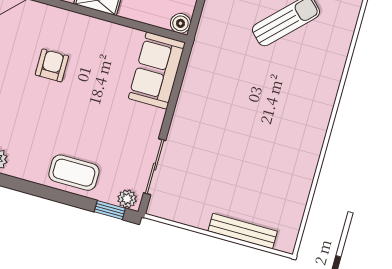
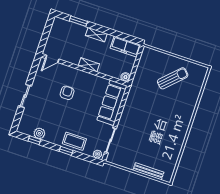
sofa: (157, 70) -> (112, 103), width x1.36
window: (110, 210) -> (66, 151), moved

